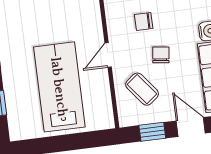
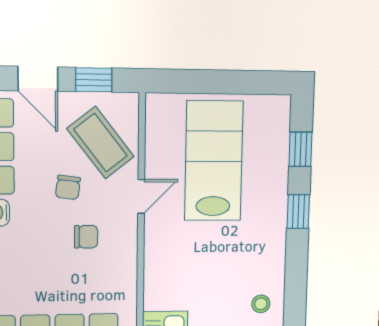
lab bench: (59, 87) -> (214, 161), turned 180
coffee table: (142, 89) -> (100, 143), width x1.36, depth x1.30

